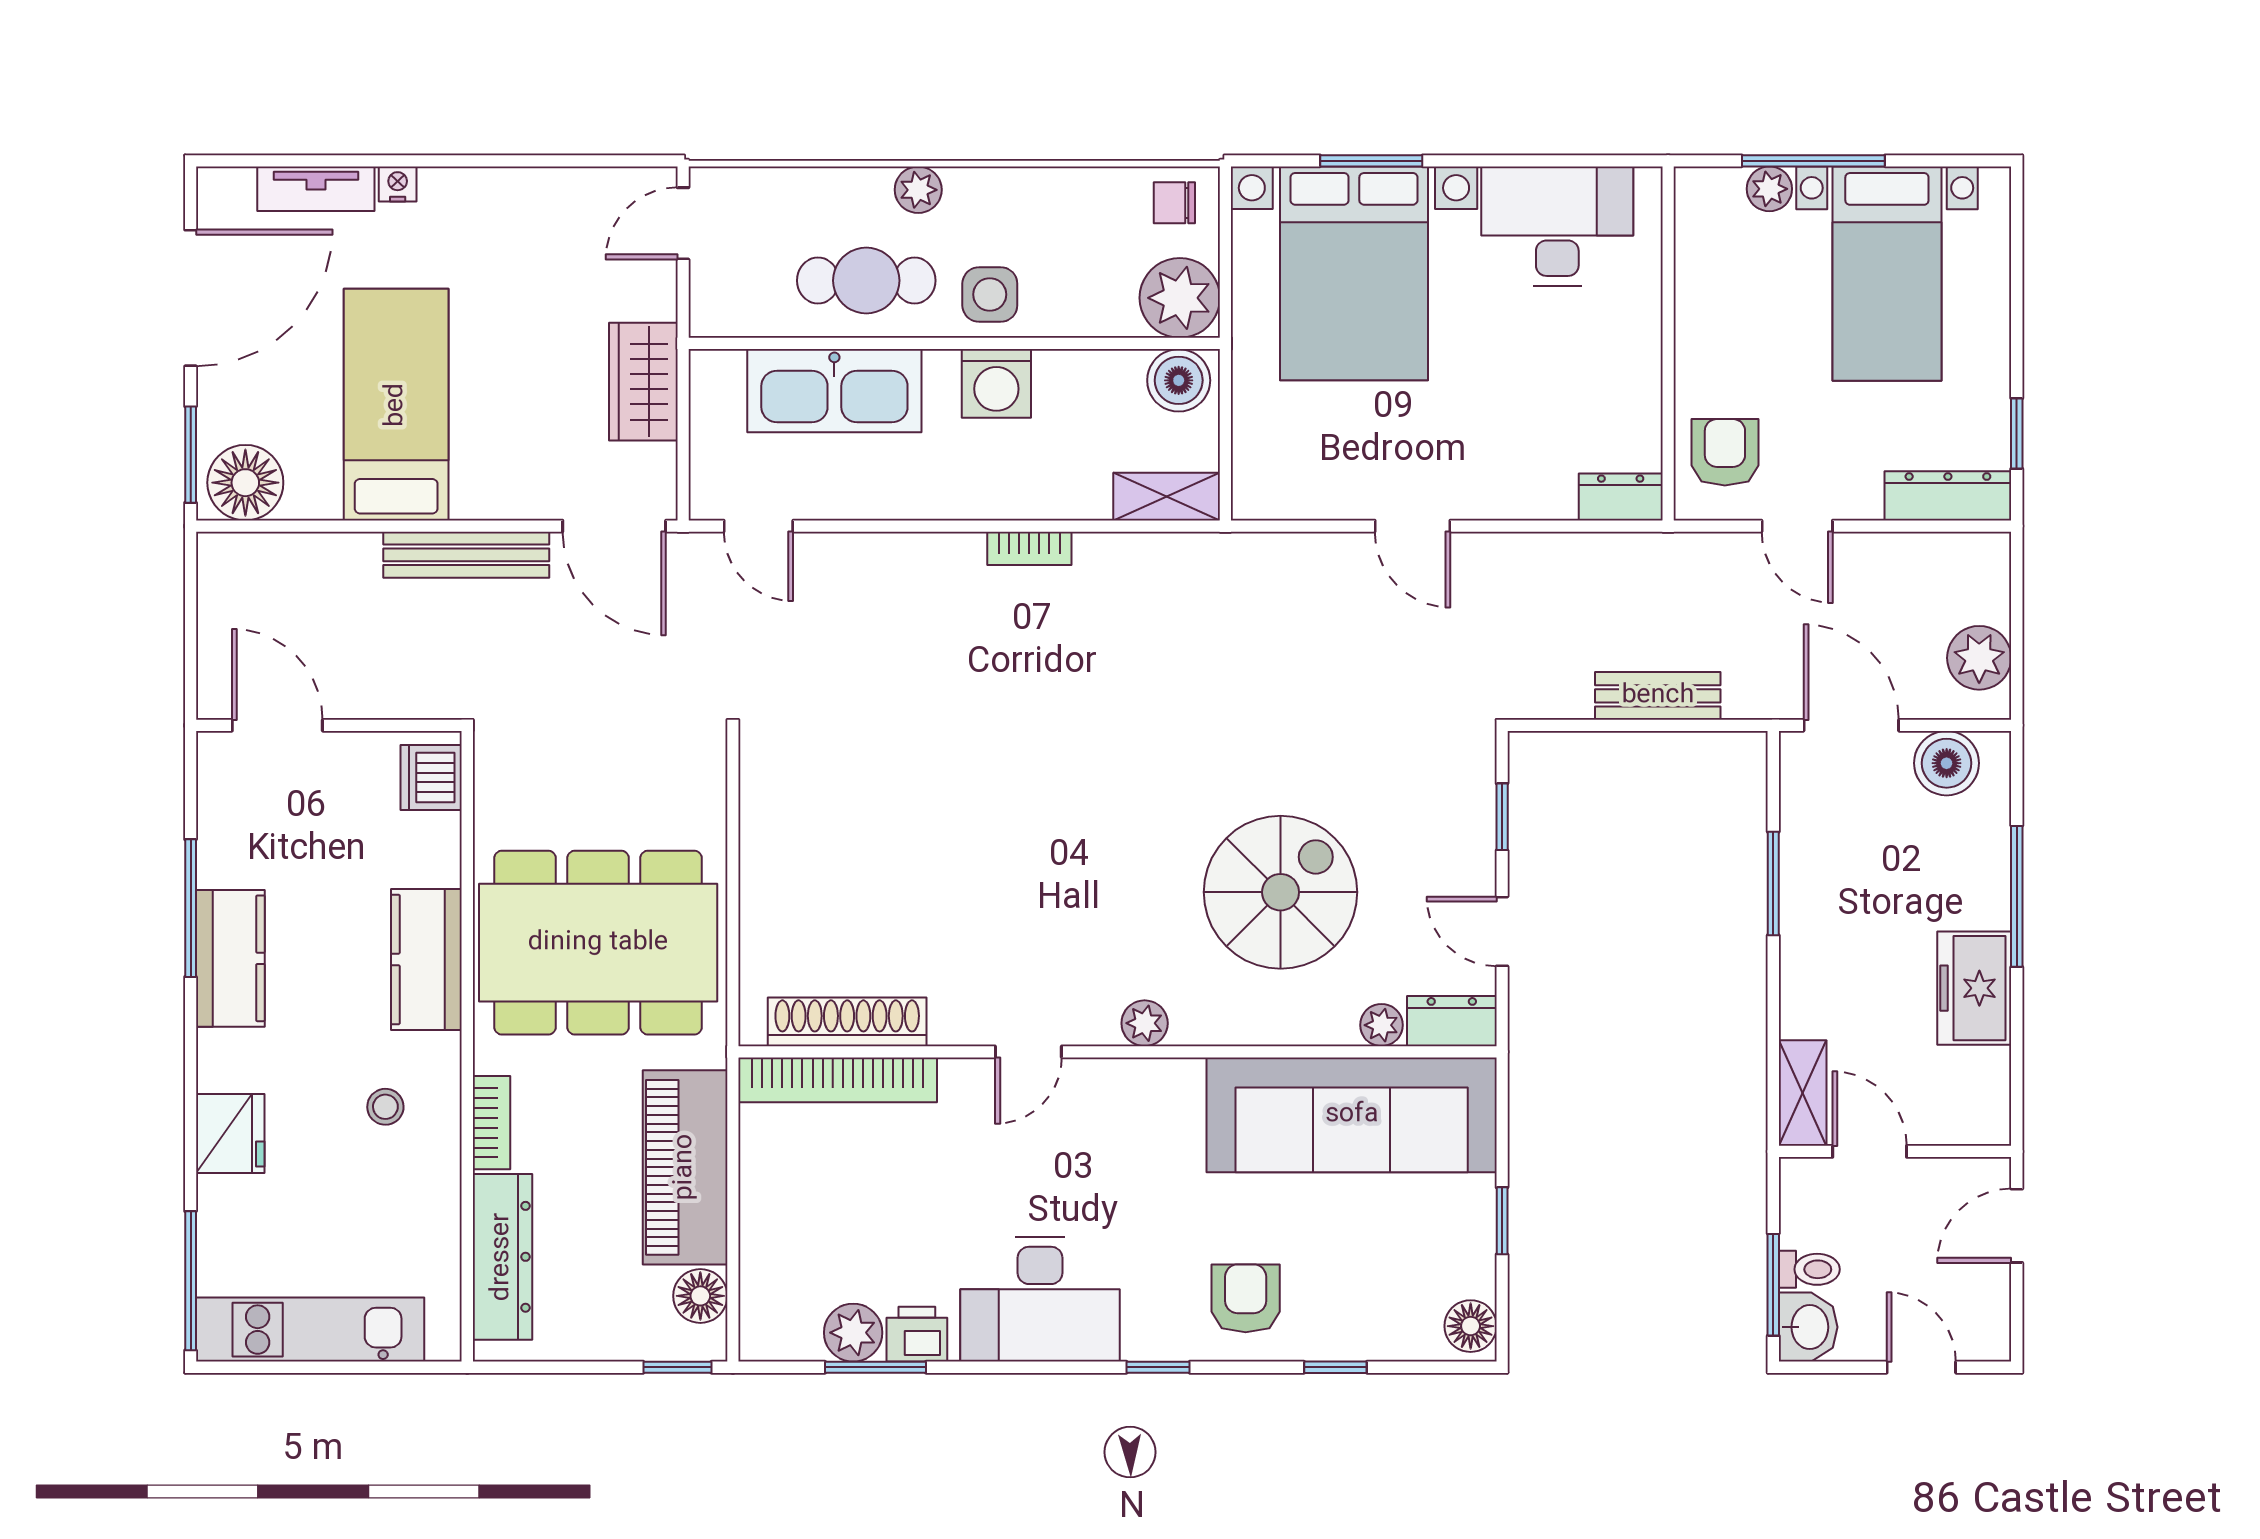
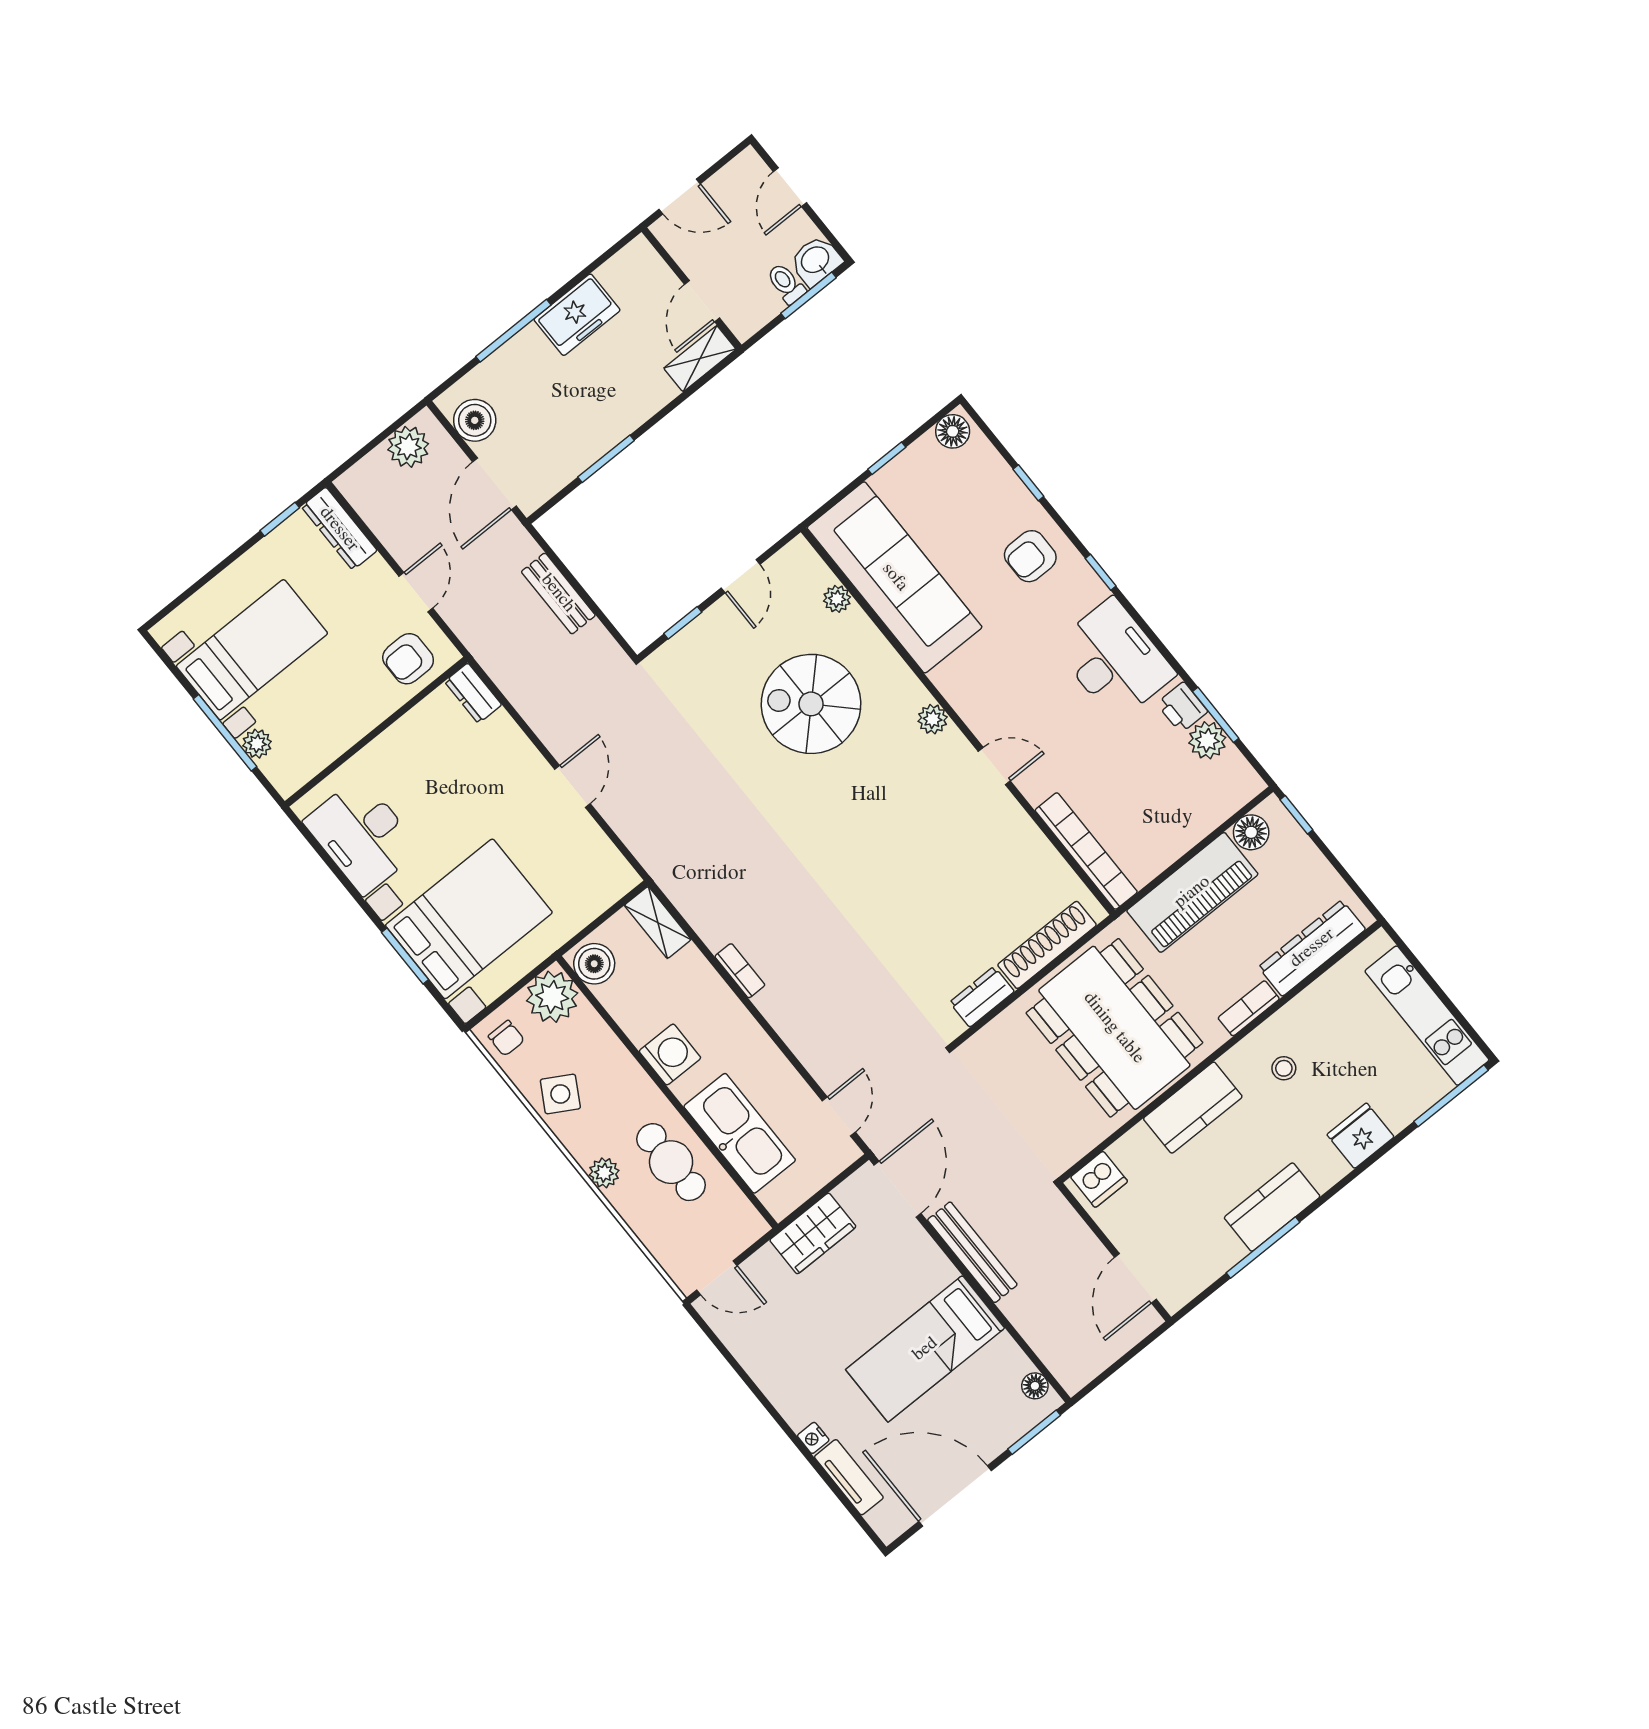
side table: (990, 294) -> (560, 1094), moved, turned 30
floor lamp: (245, 483) -> (1035, 1386), width x0.53, depth x0.53
dresser: (1452, 1021) -> (982, 997), moved, turned 90
shoe rack: (847, 1022) -> (1047, 945), moved, turned 90

